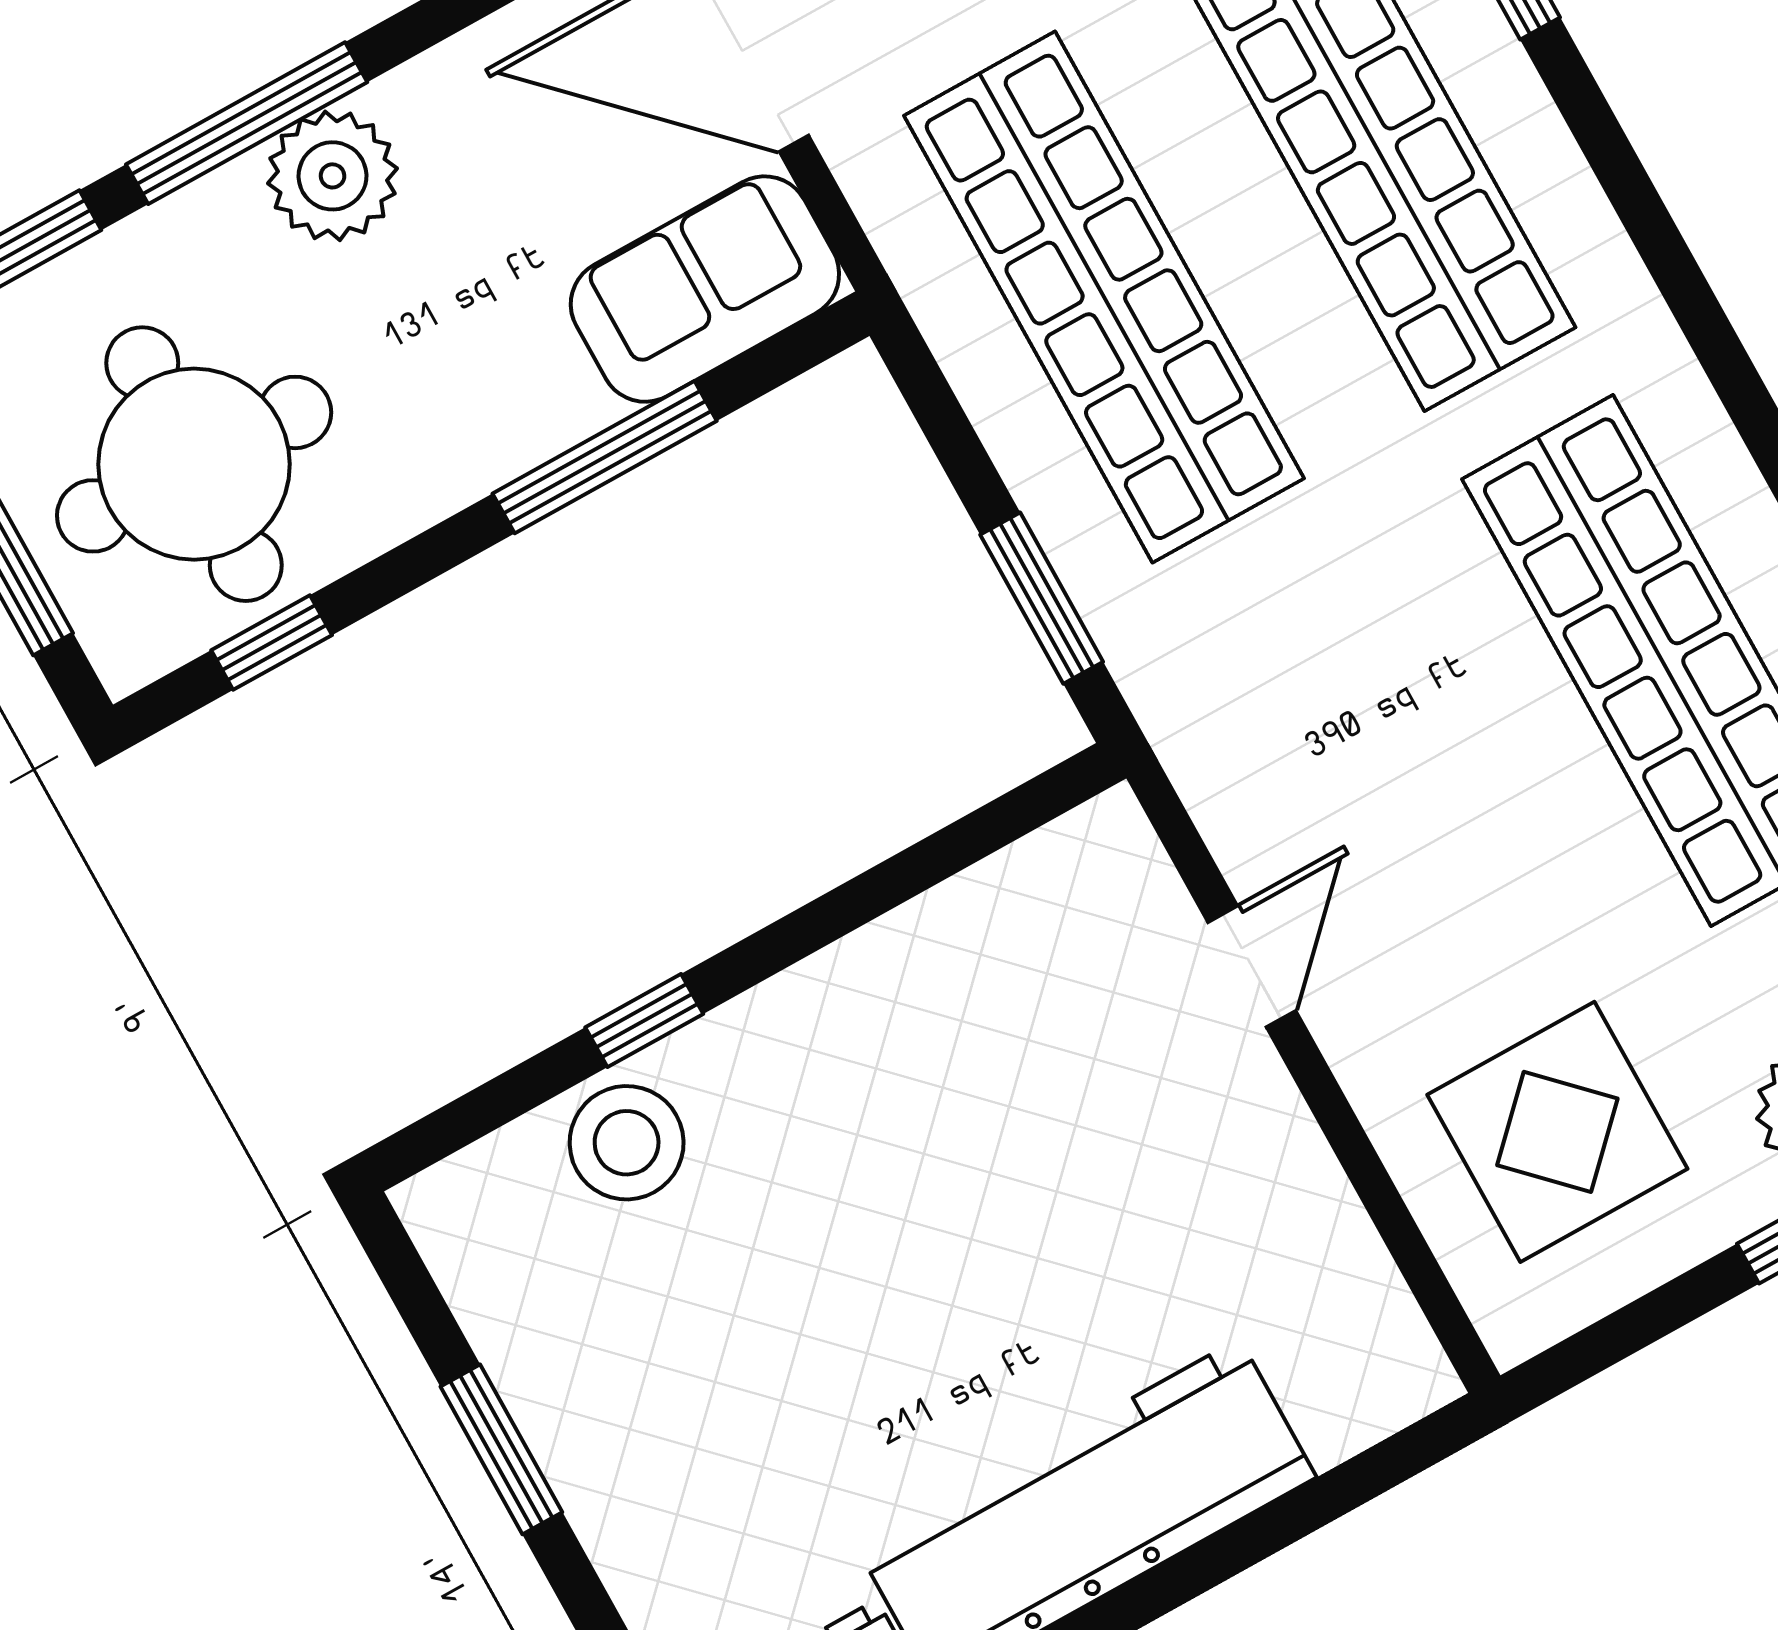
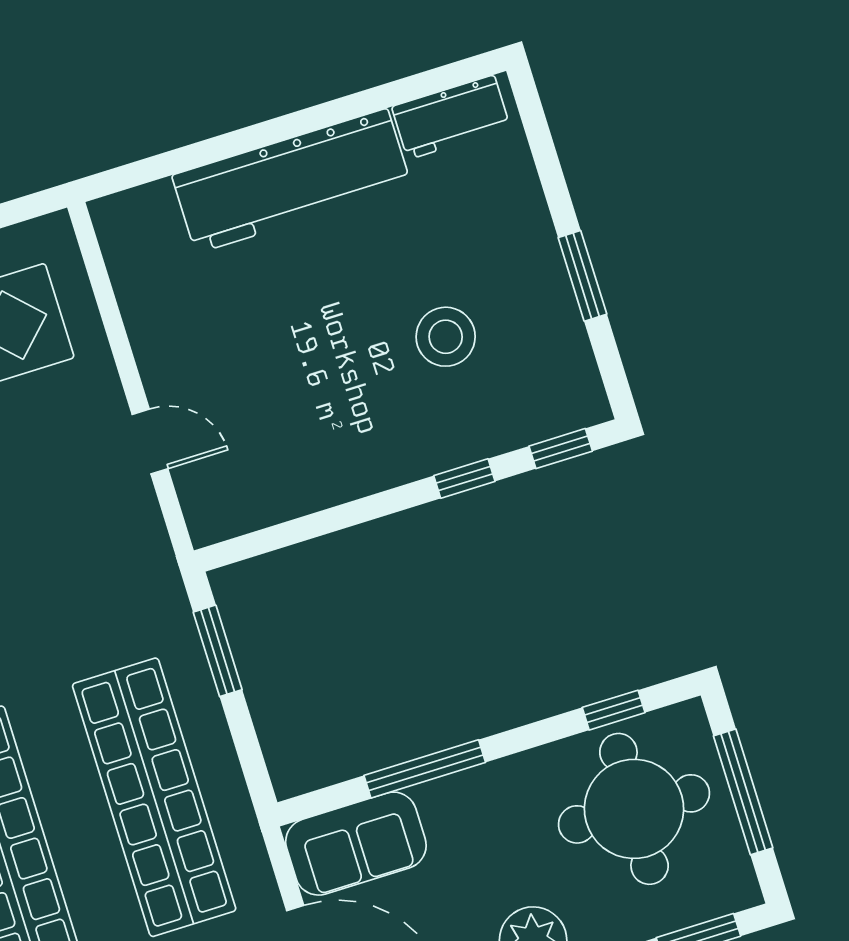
door: (1252, 966) -> (150, 442), swing flipped
window: (474, 1115) -> (561, 449), added
stool: (627, 1143) -> (446, 337), moved

